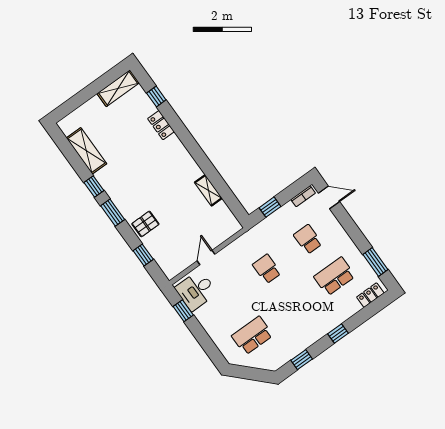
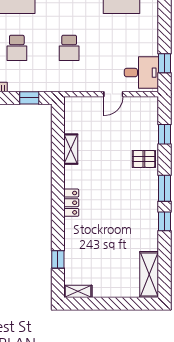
shelving: (118, 88) -> (78, 291), width x0.67, depth x0.75
locker: (161, 125) -> (71, 203), moved
shelving: (87, 151) -> (149, 274), moved

